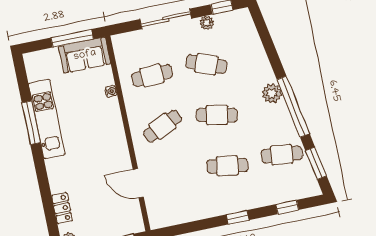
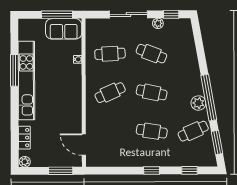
plant: (272, 93) -> (198, 103), moved
kitchen unit: (47, 119) -> (26, 81), width x1.36
cafe table: (282, 155) -> (193, 131), turned -30
door: (138, 183) -> (84, 145), moved

